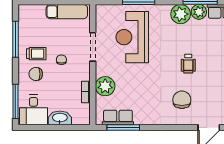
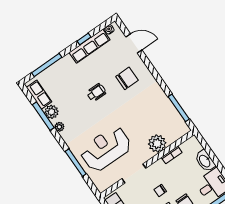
plant: (181, 14) -> (59, 127), width x0.53, depth x0.53
reception desk: (132, 37) -> (106, 149), turned 180
chair: (182, 100) -> (127, 78), turned 180
row of seats: (118, 118) -> (174, 117), removed

